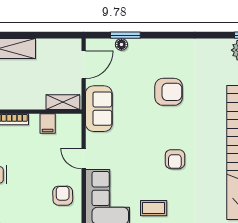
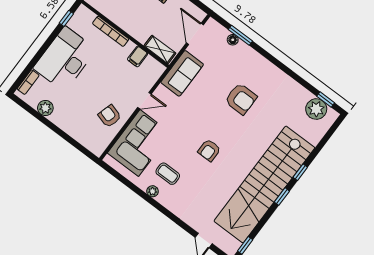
door: (84, 65) -> (195, 34), swing flipped
door: (84, 158) -> (144, 101), swing flipped
armchair: (63, 196) -> (110, 116), turned -73

